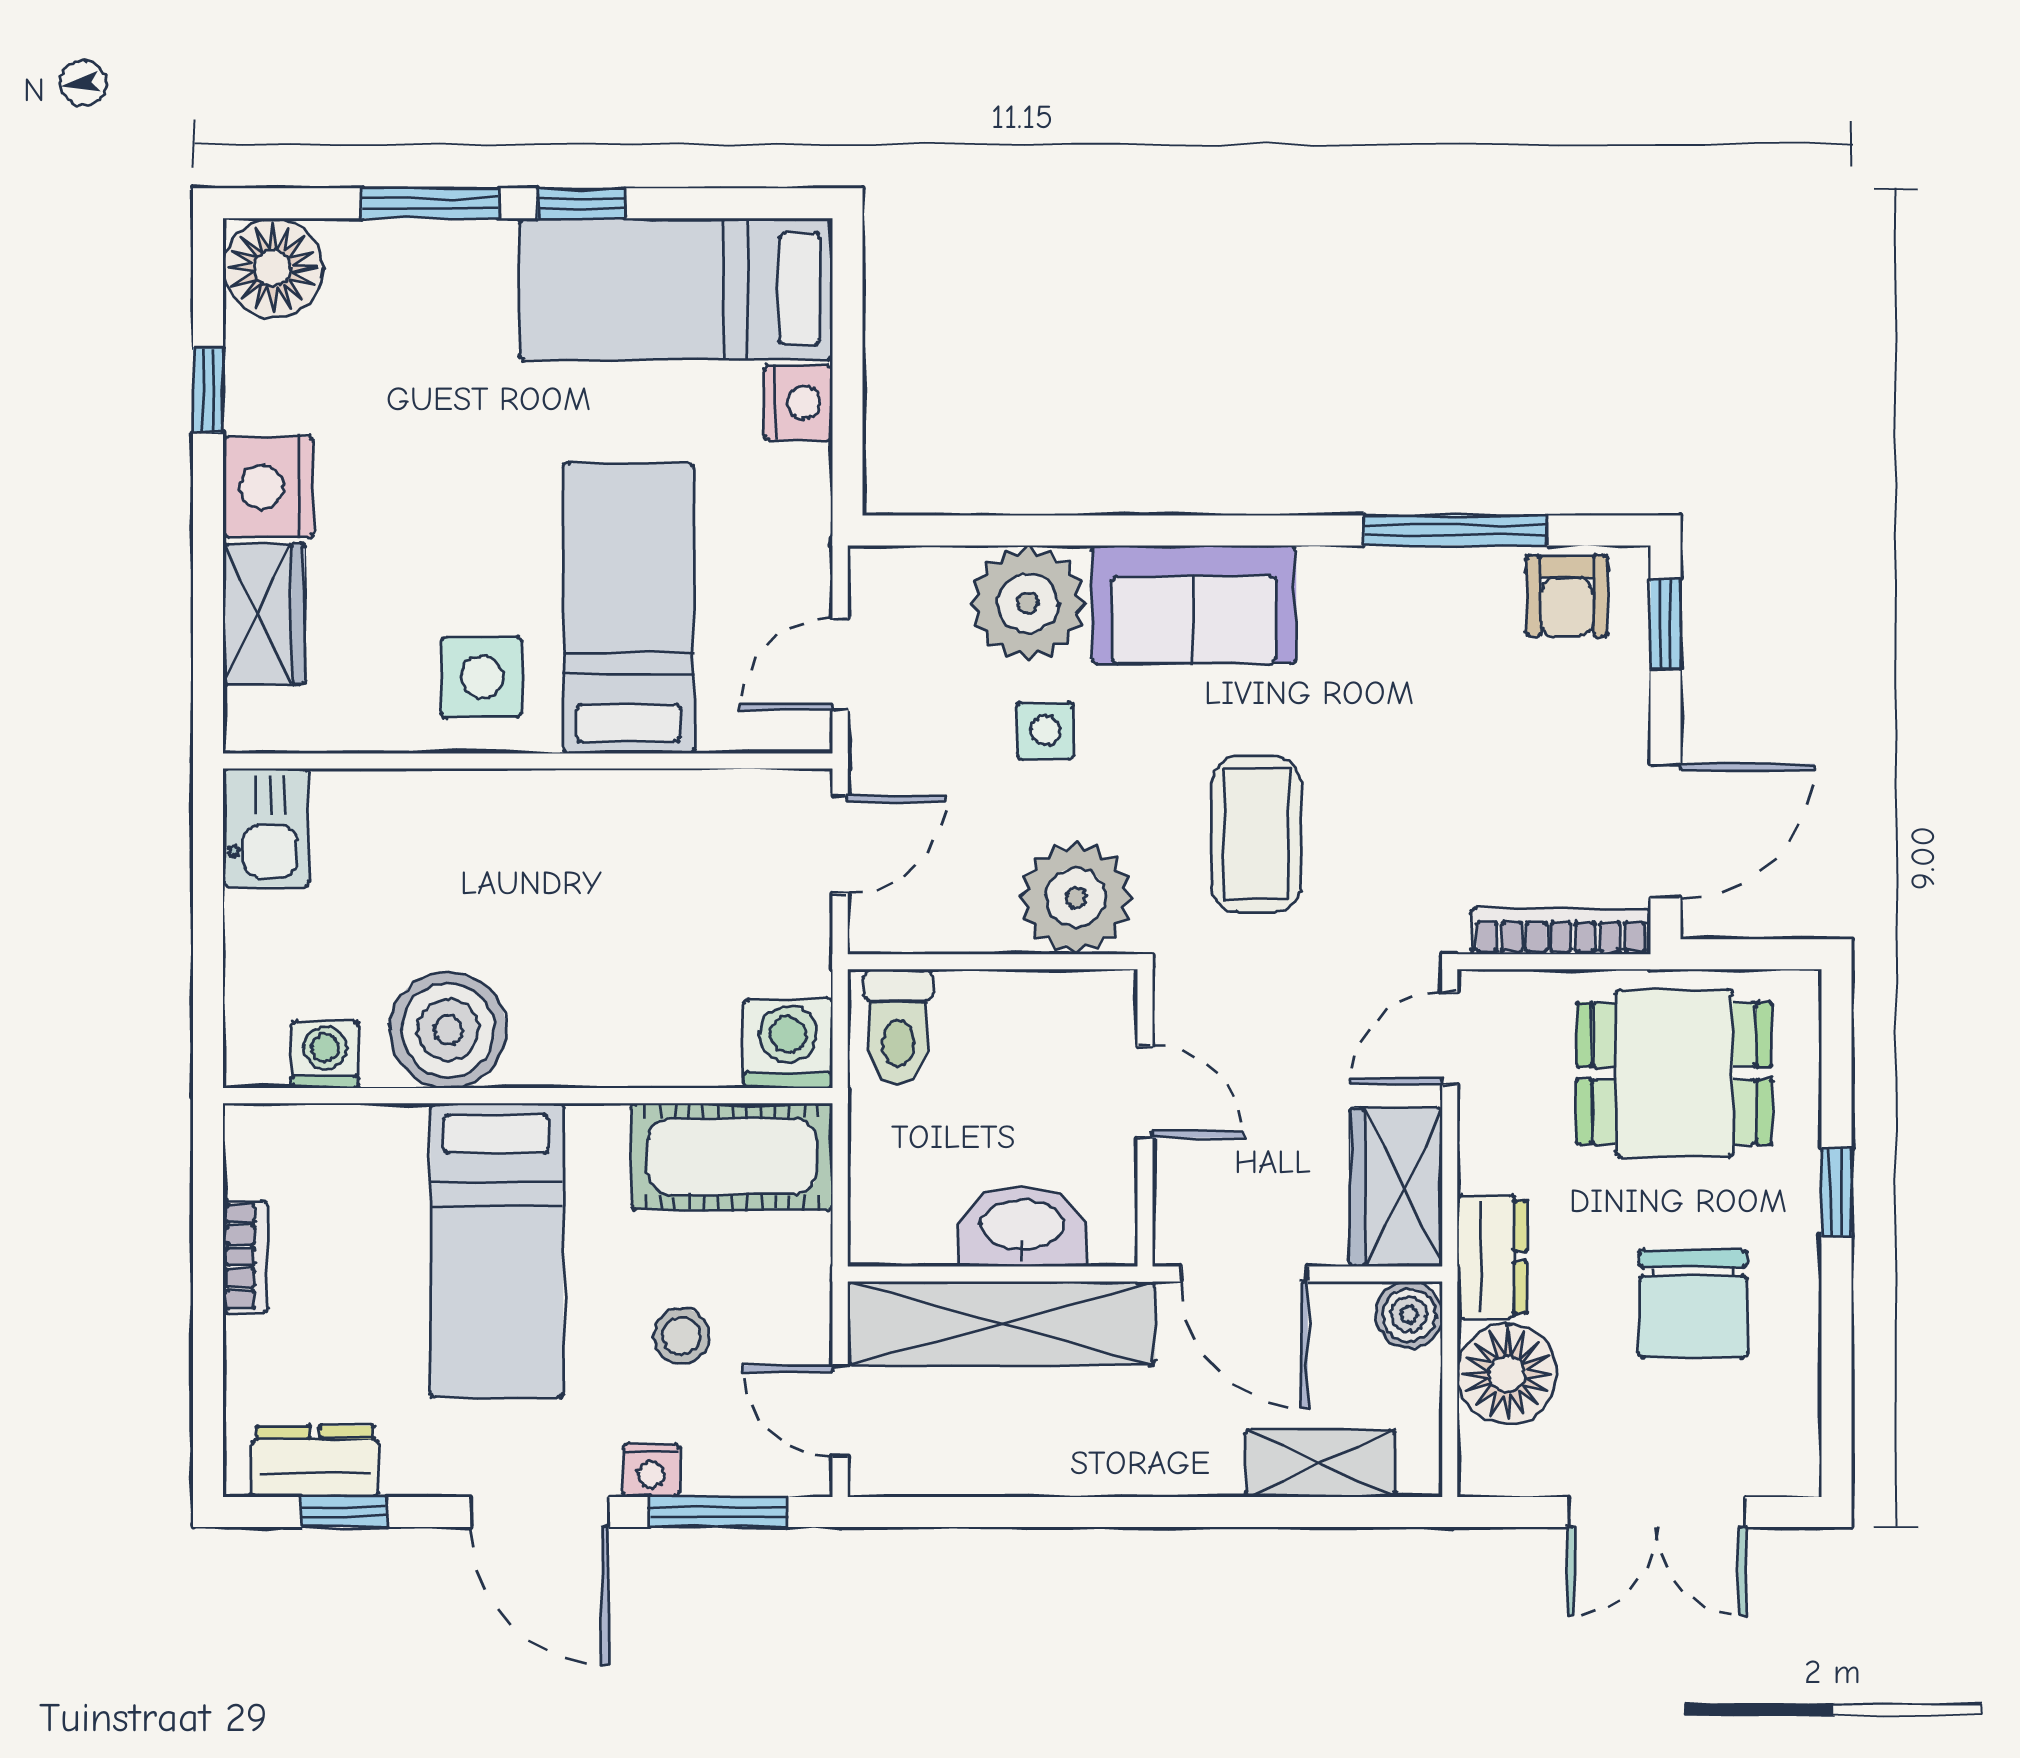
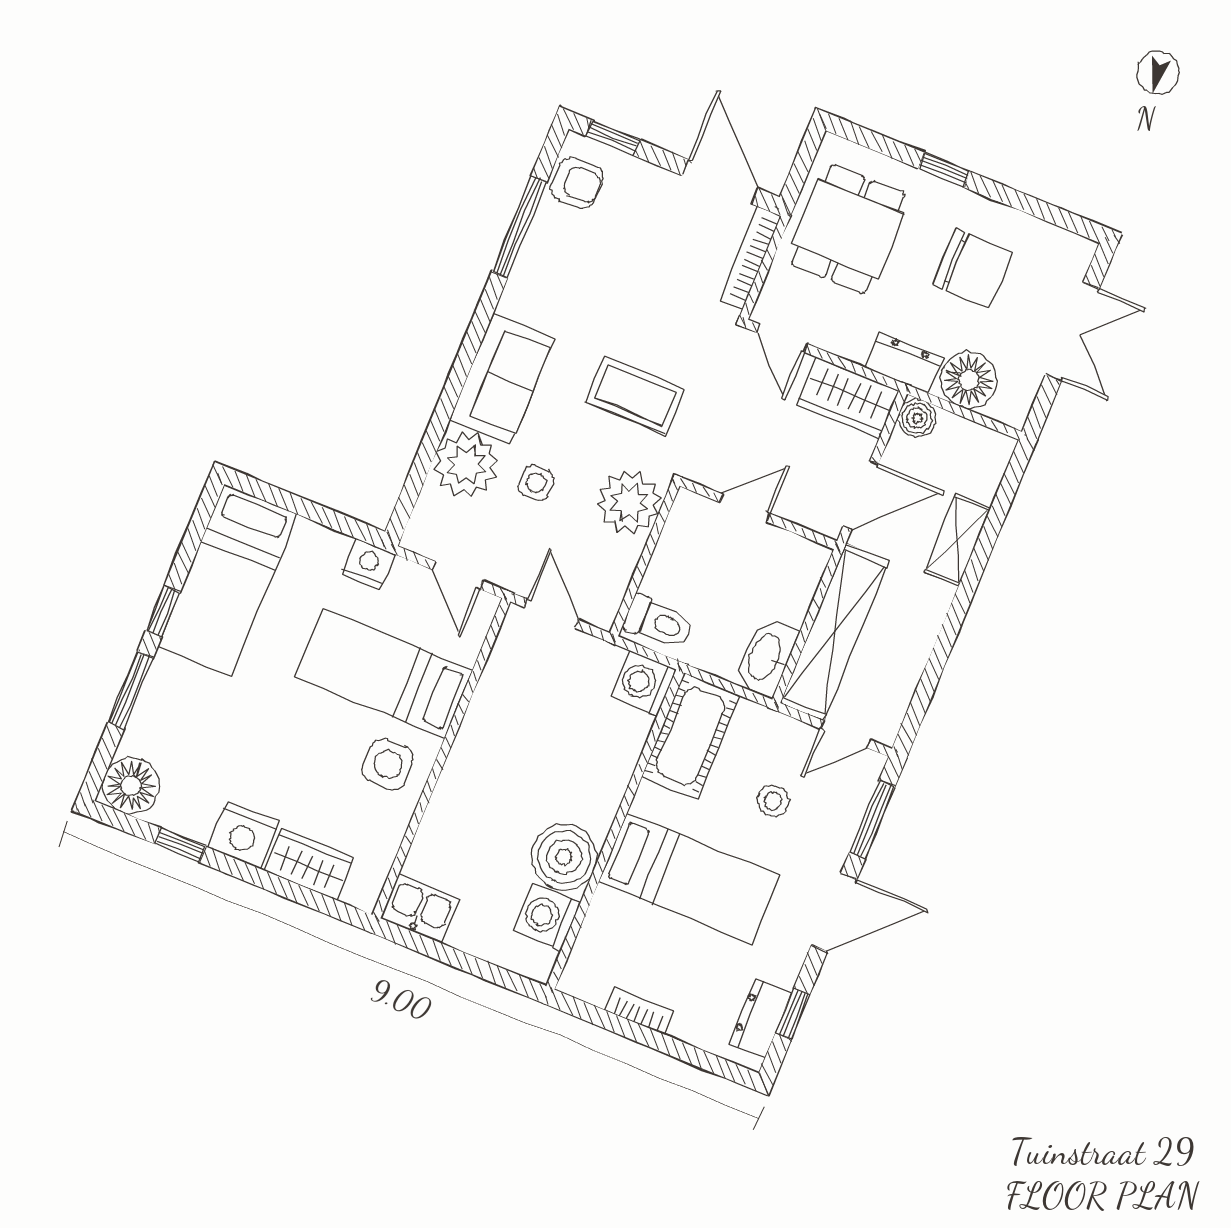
nightstand: (798, 403) -> (368, 564), moved
washing machine: (325, 1055) -> (547, 917), width x1.38, depth x1.38
washbasin: (1022, 1227) -> (765, 657), moved
shelving: (1320, 1463) -> (957, 540), moved
nightstand: (651, 1470) -> (836, 845), removed

